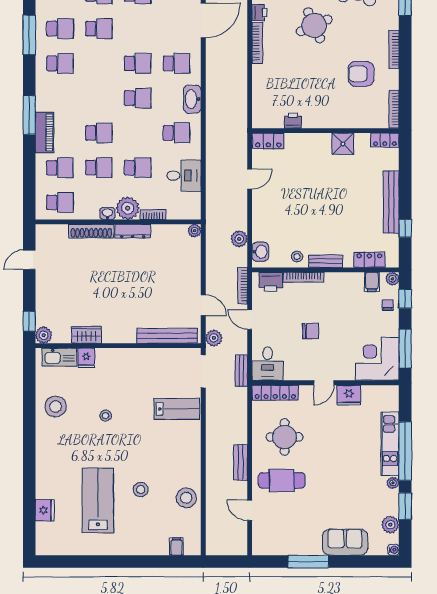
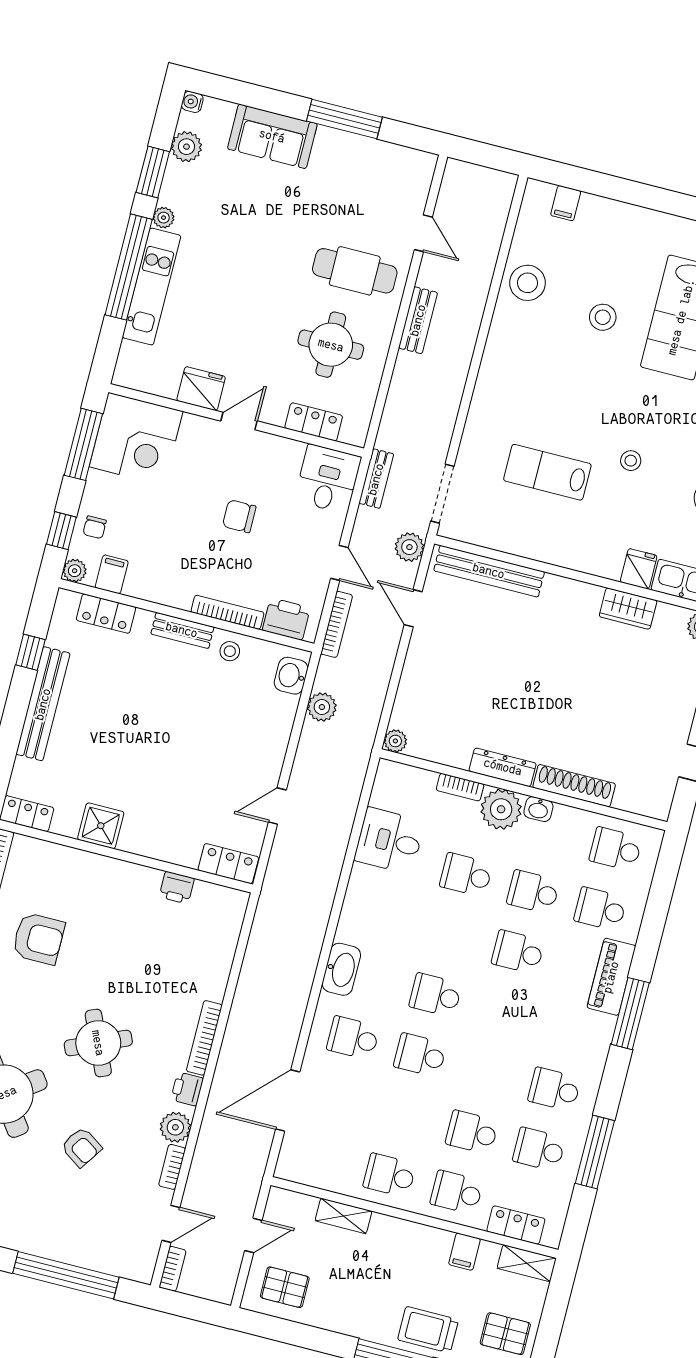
school desk: (176, 133) -> (384, 918), removed
locker: (275, 393) -> (314, 422), width x0.66
lab bench: (177, 409) -> (547, 472), moved

